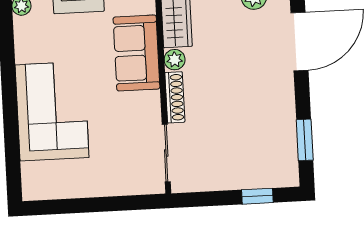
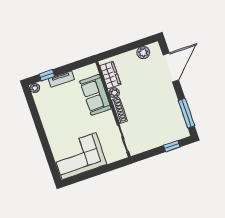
corner sofa: (52, 111) -> (79, 156), moved, turned -90
window: (305, 140) -> (186, 113), width x1.44

